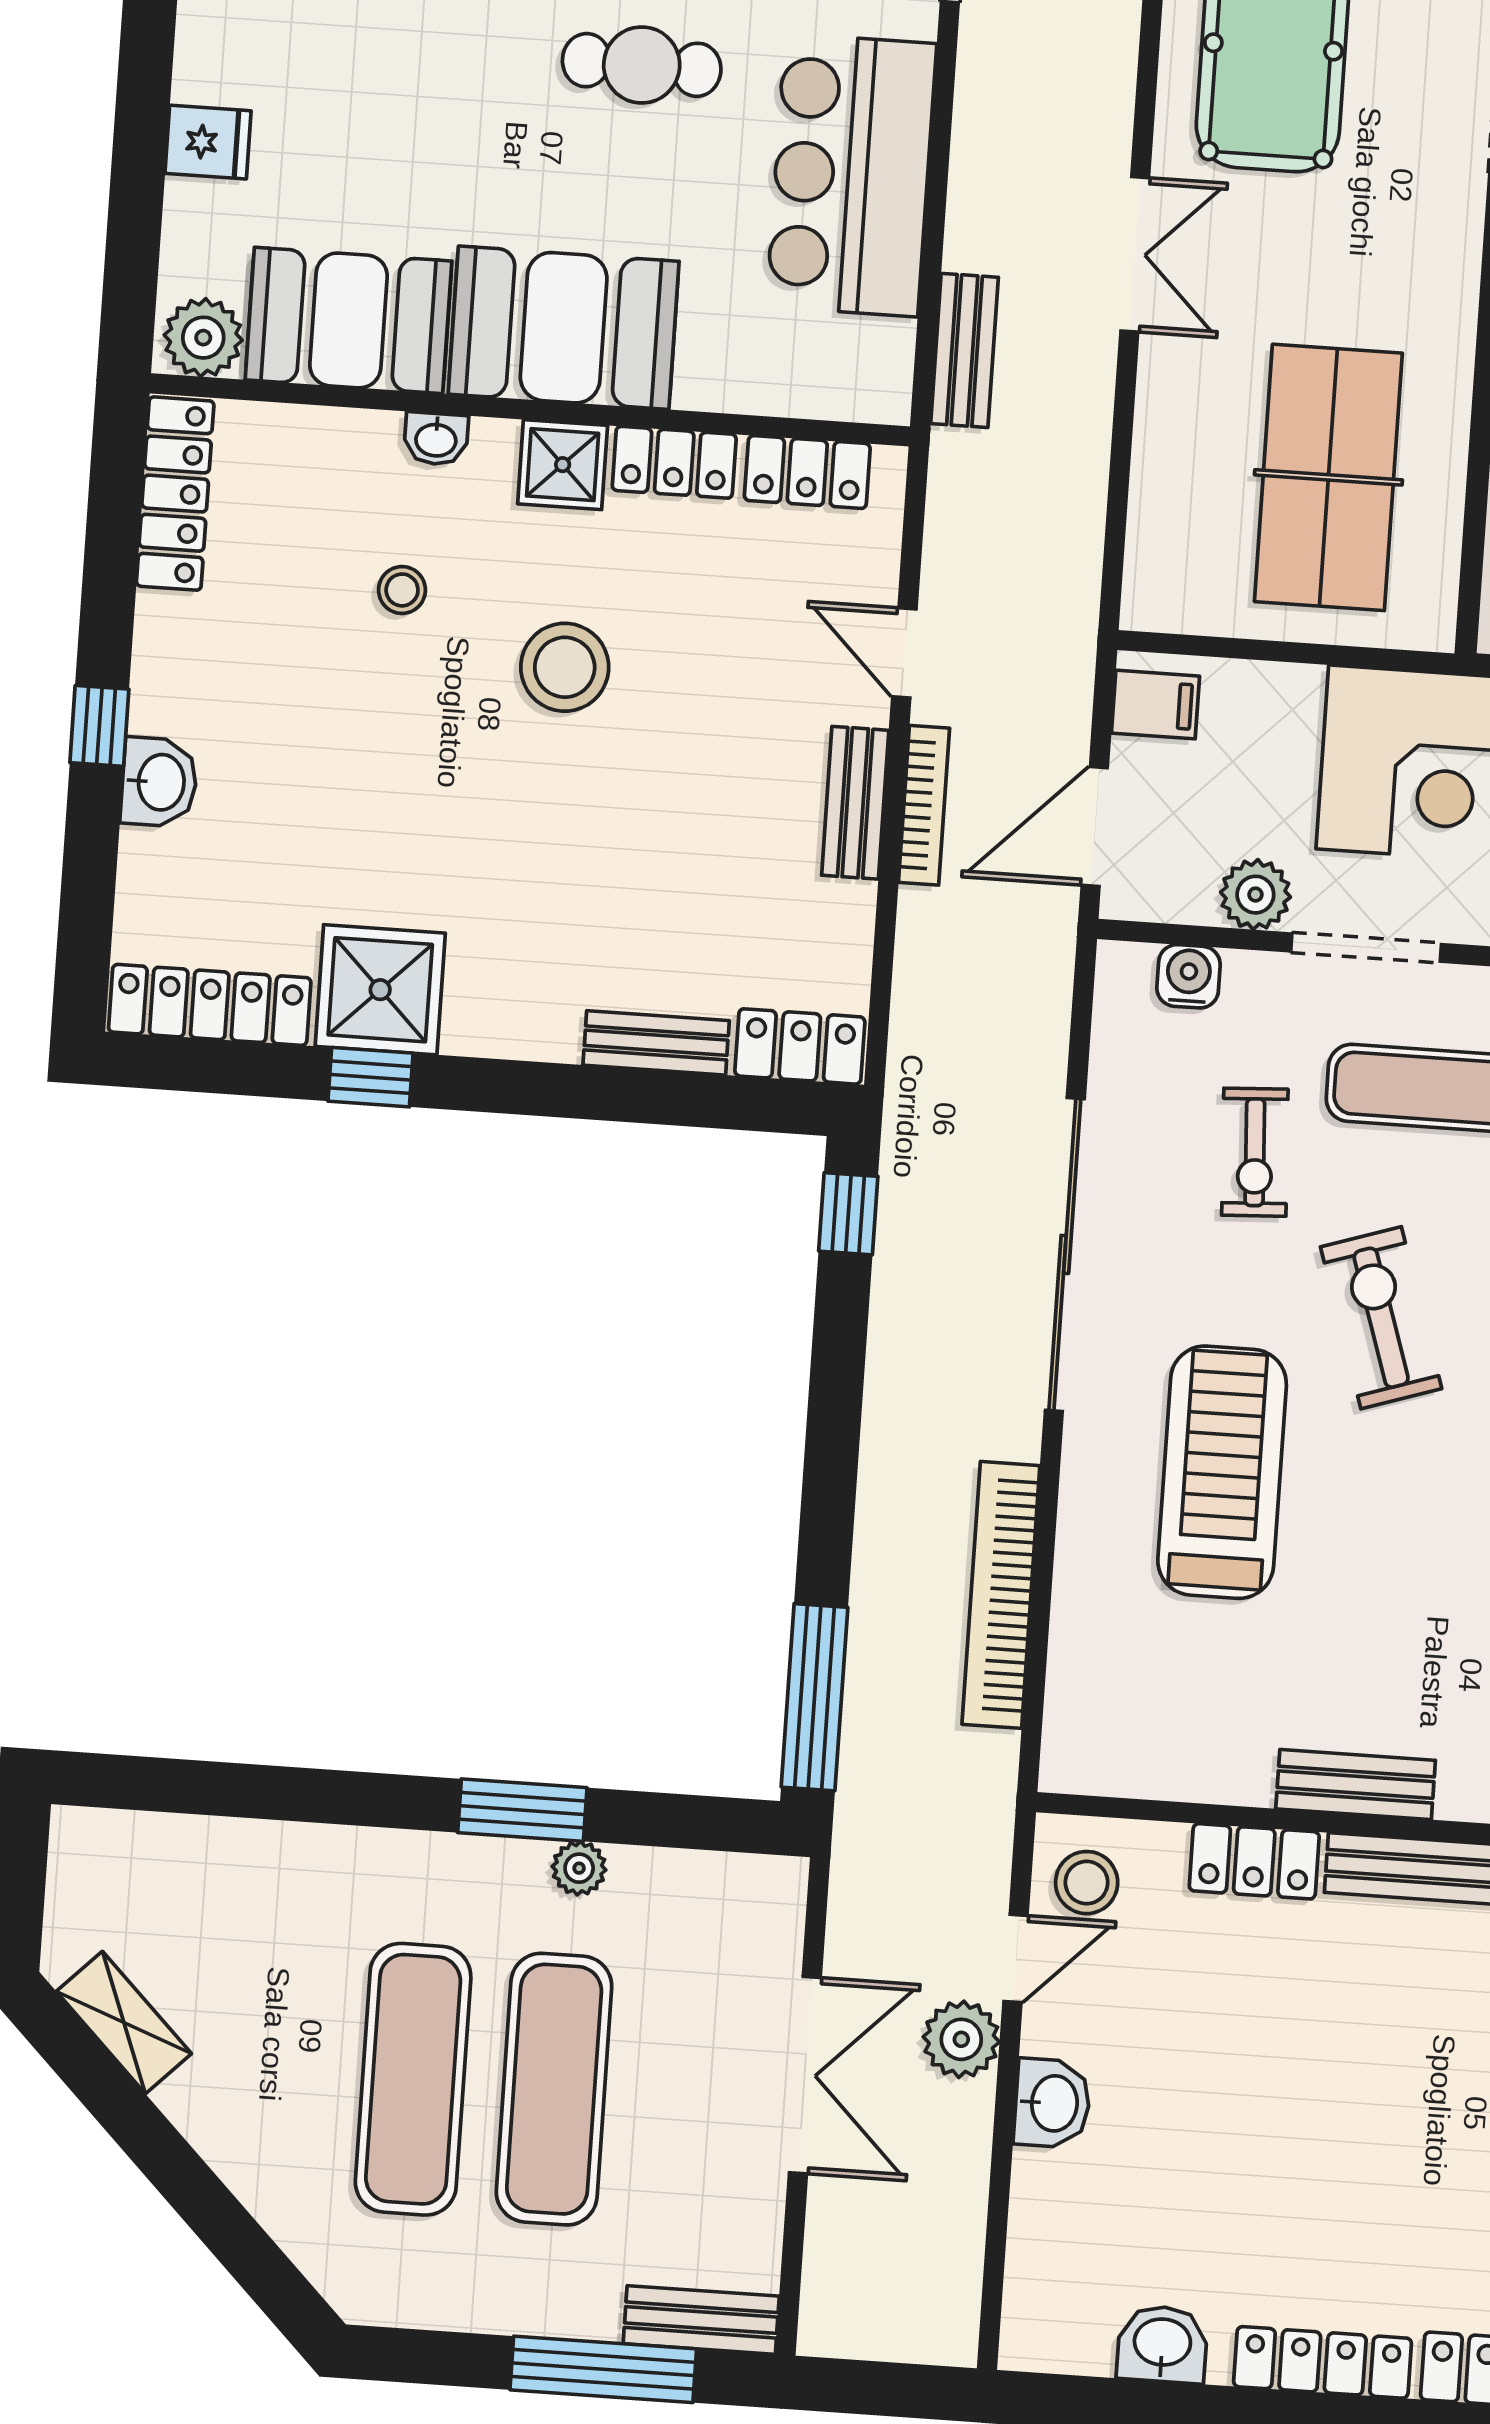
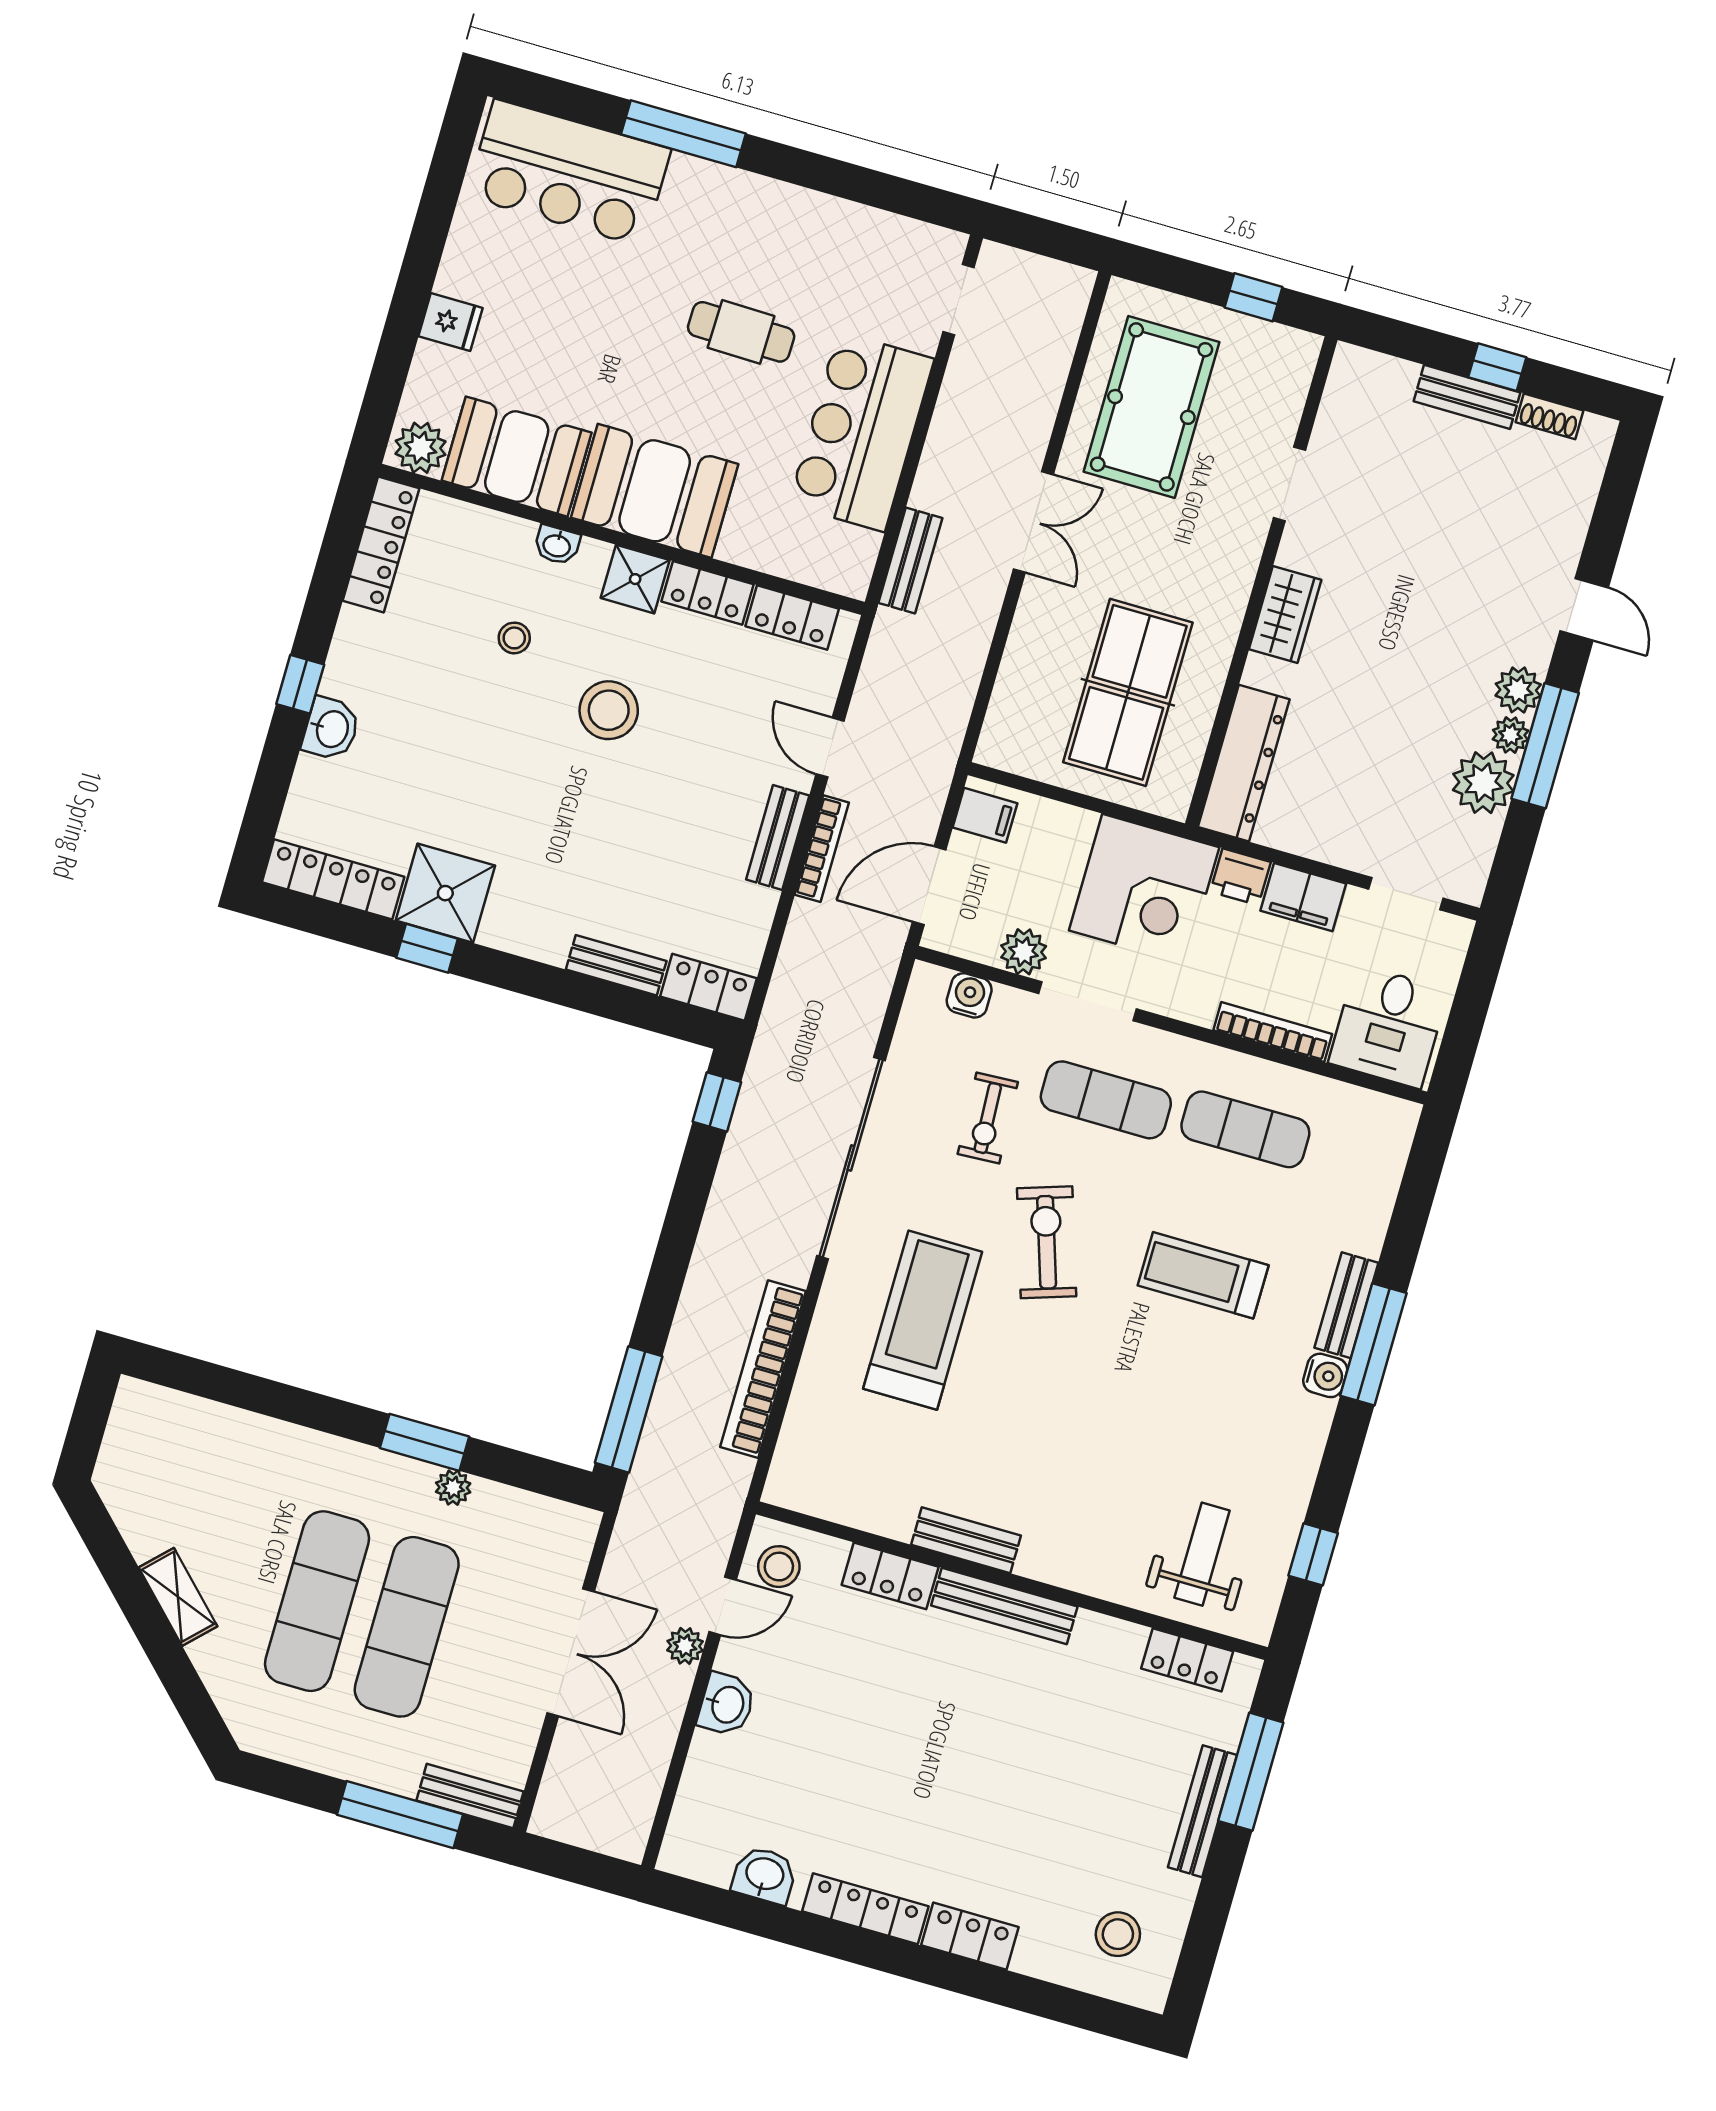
shelving: (124, 2023) -> (178, 1597), moved
plant: (961, 2039) -> (685, 1646), width x0.73, depth x0.73

